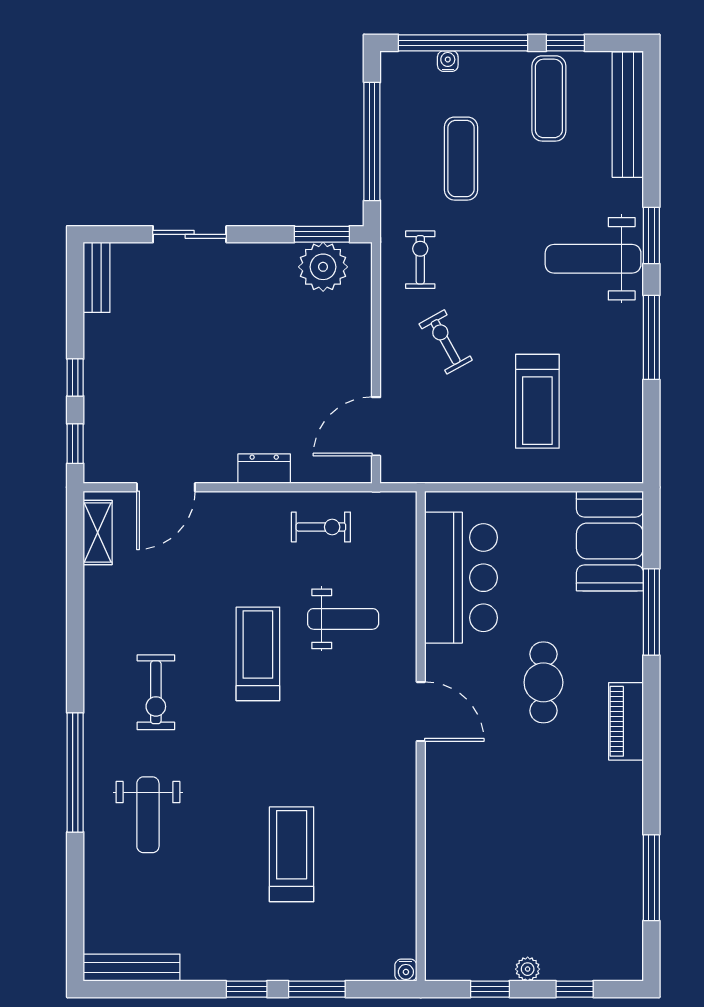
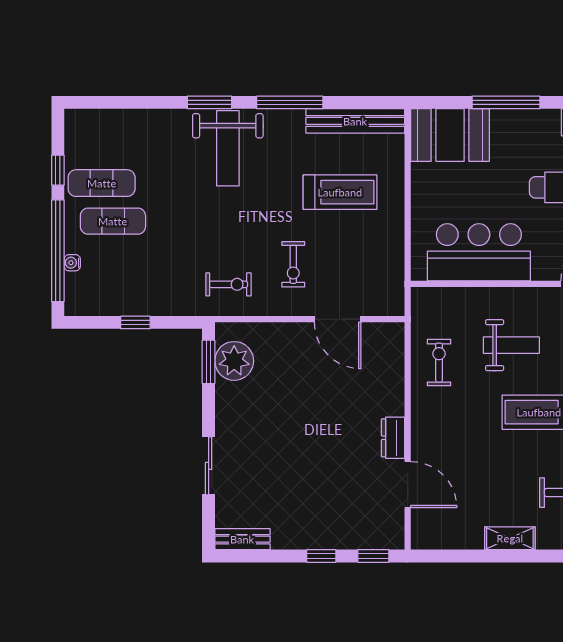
bench: (628, 115) -> (355, 121), moved
window: (372, 141) -> (135, 322), width x0.32
exercise mat: (461, 159) -> (113, 221), moved
exercise bike: (420, 260) -> (229, 284), turned 180
exercise bike: (446, 342) -> (293, 264), turned -61
door: (376, 426) -> (338, 319), moved
dresser: (264, 469) -> (393, 438), moved
shelving: (98, 533) -> (510, 538), moved
weight bench: (343, 619) -> (511, 345), turned 90

